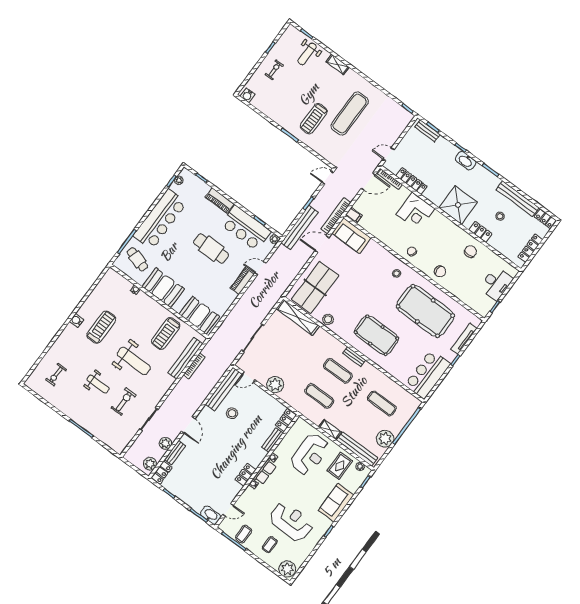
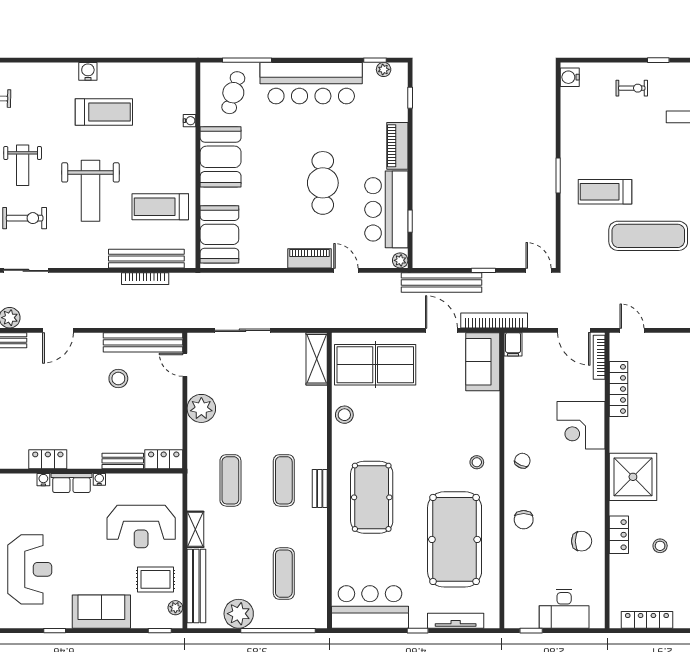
shelving: (298, 317) -> (317, 359), width x0.68

